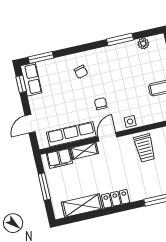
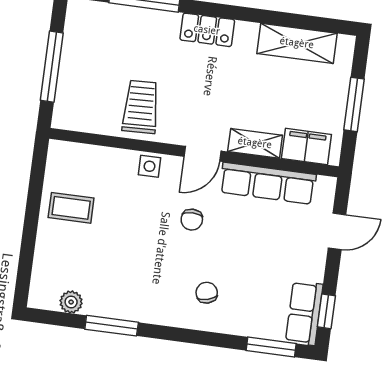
locker: (116, 199) -> (207, 30), moved

